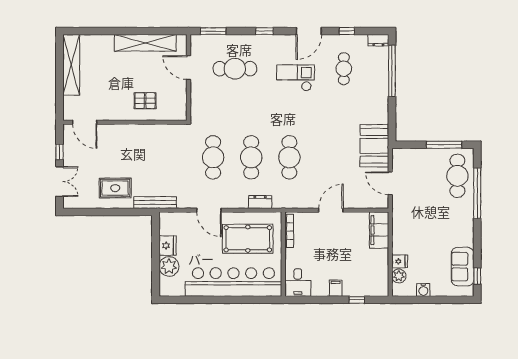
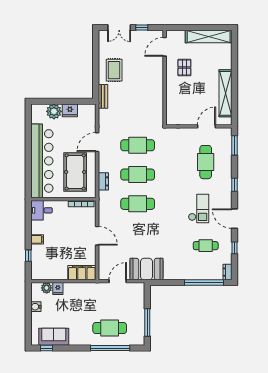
pallet: (145, 101) -> (184, 67), moved
cafe table: (457, 176) -> (110, 328), moved
bench: (155, 203) -> (103, 96), width x0.73

